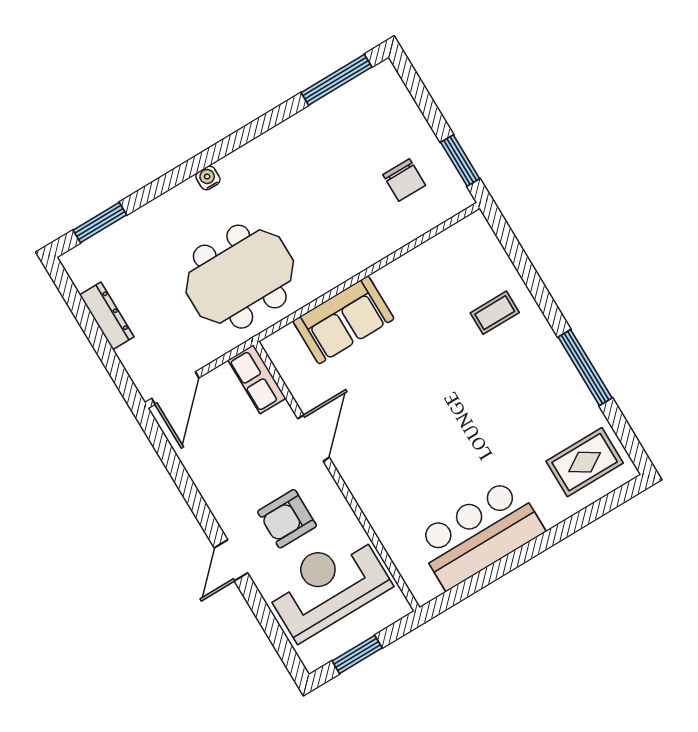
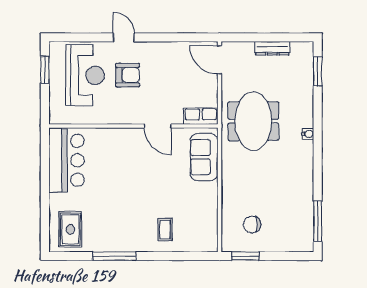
row of seats: (257, 379) -> (201, 116), moved
door: (313, 438) -> (158, 126), moved
wall: (337, 476) -> (133, 126), moved
armchair: (287, 519) -> (128, 75), turned 90

